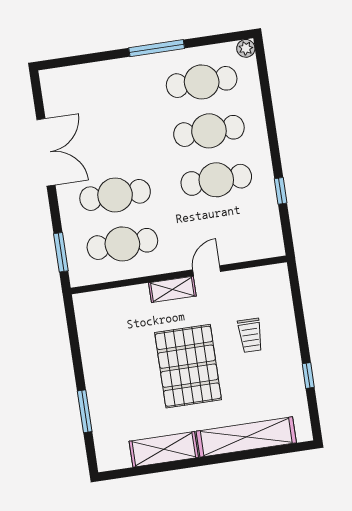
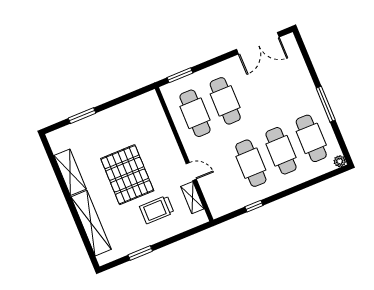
double door: (46, 152) -> (258, 43), moved
shelving: (172, 289) -> (192, 198), moved
trolley: (250, 335) -> (157, 210), width x1.36, depth x1.39
pallet: (188, 366) -> (127, 175), turned 90
window: (308, 375) -> (140, 253), width x1.50

